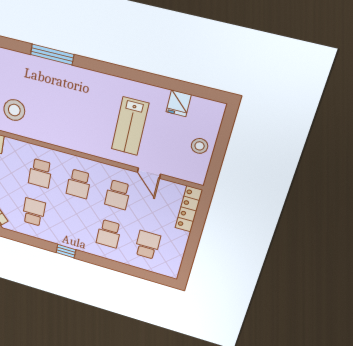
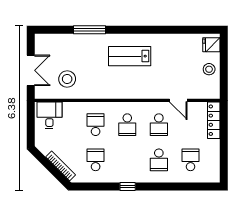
fridge: (179, 103) -> (211, 45), moved, turned 90
lab bench: (130, 126) -> (130, 56), moved, turned 90
school desk: (40, 173) -> (96, 125), turned 180

